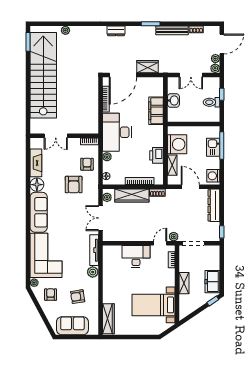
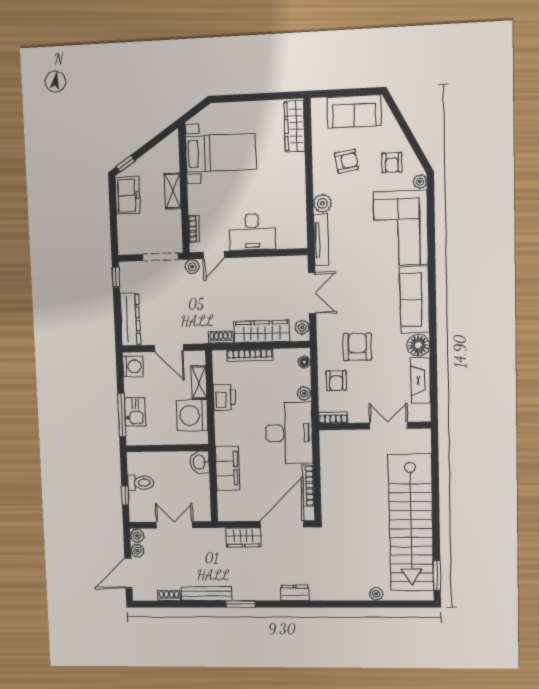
washbasin: (173, 100) -> (200, 462), moved

